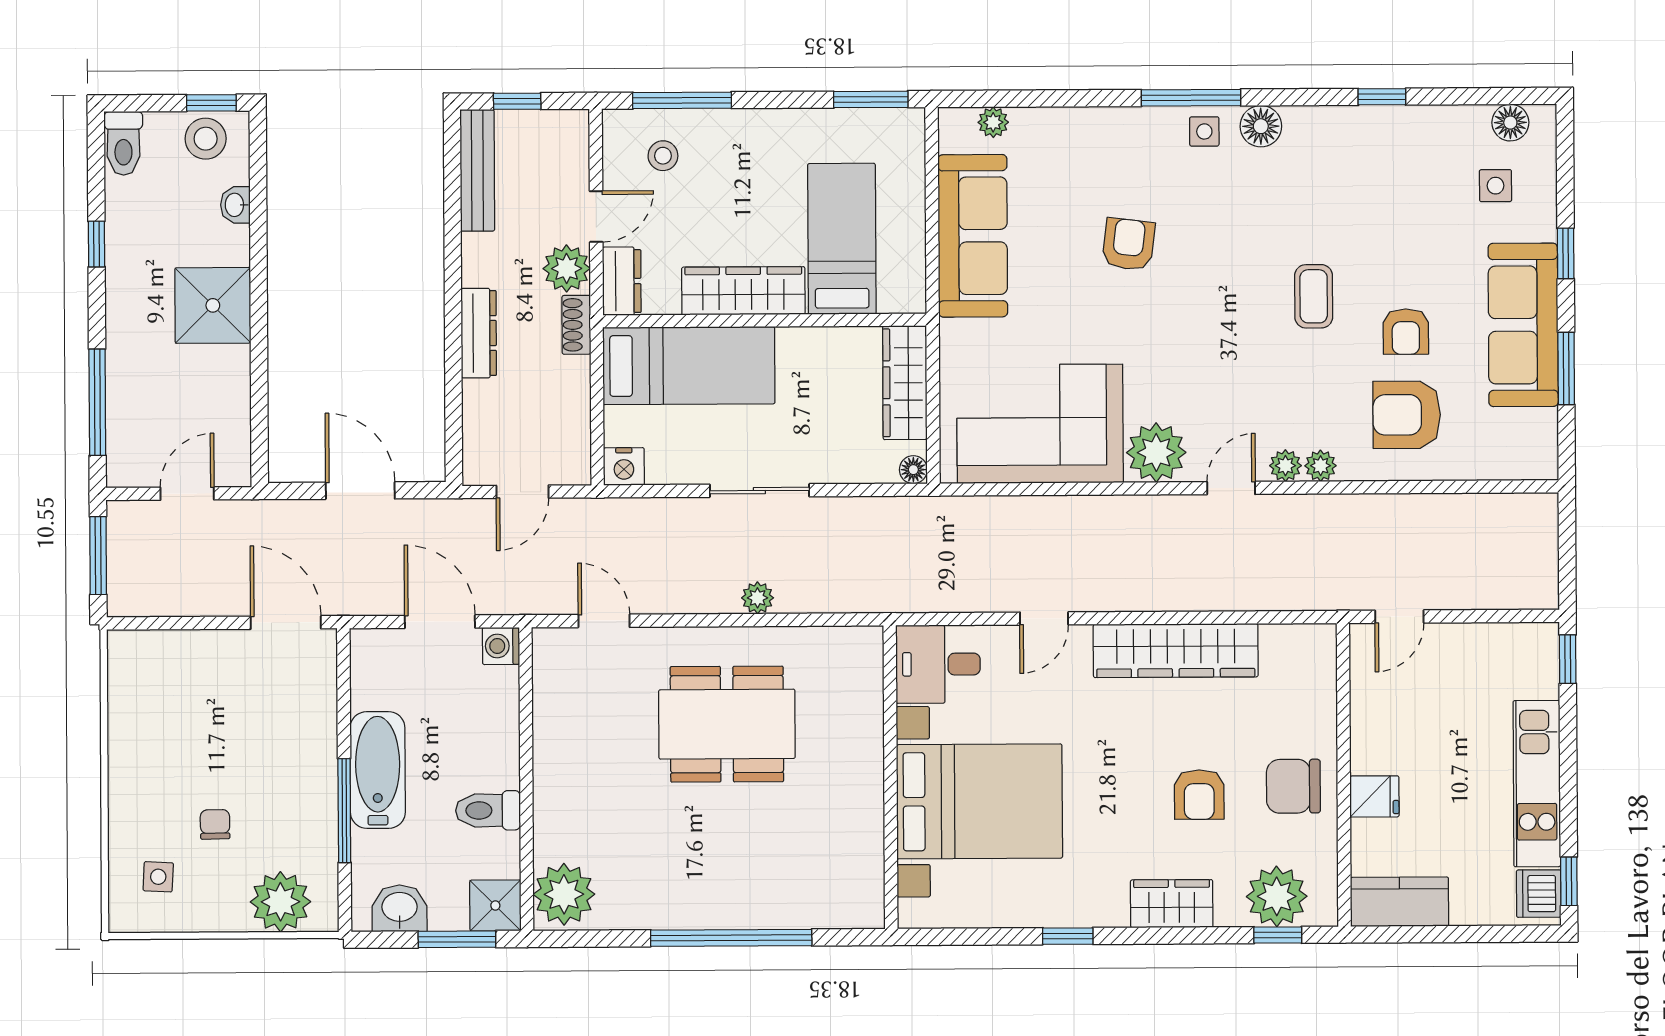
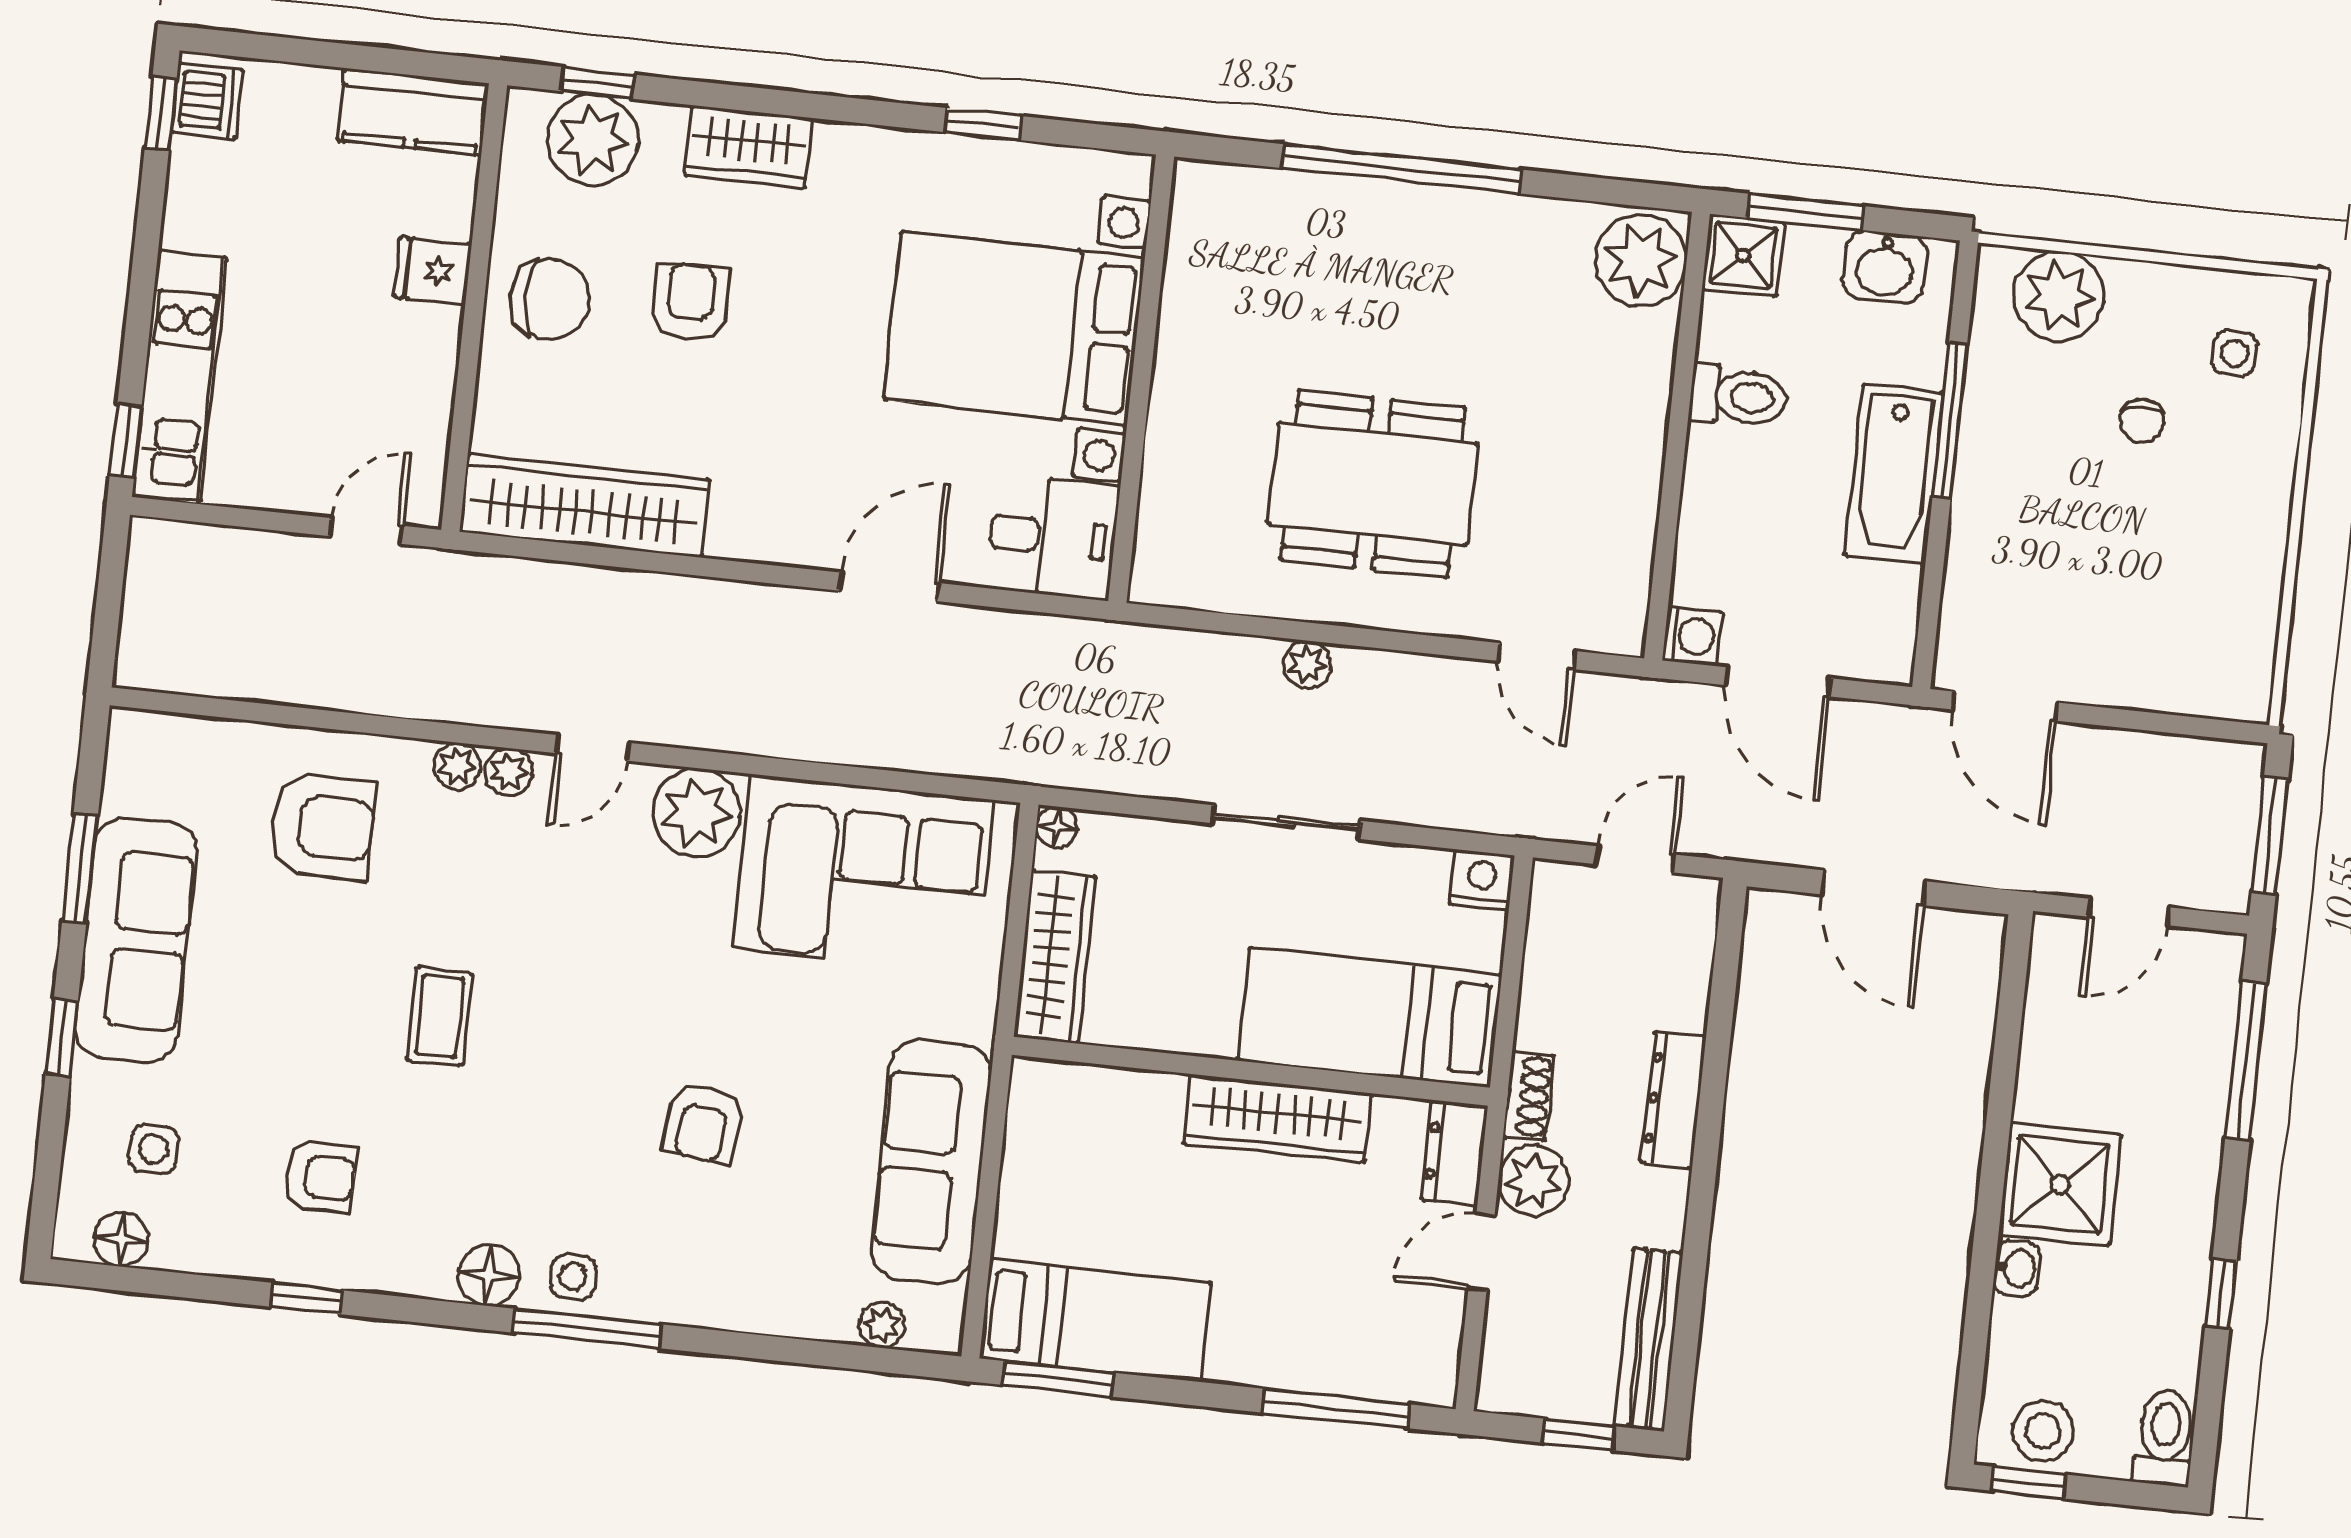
stool: (663, 156) -> (1373, 1330), removed
washbasin: (235, 205) -> (2017, 1268), moved
bed: (842, 239) -> (1095, 1320), moved, turned -90
armchair: (1406, 332) -> (320, 1177), moved, turned 90
door: (1044, 619) -> (889, 587), width x1.38
wardrobe: (1176, 651) -> (585, 506), moved
kitchen unit: (1537, 784) -> (180, 376), moved
window: (1068, 936) -> (983, 124), moved

